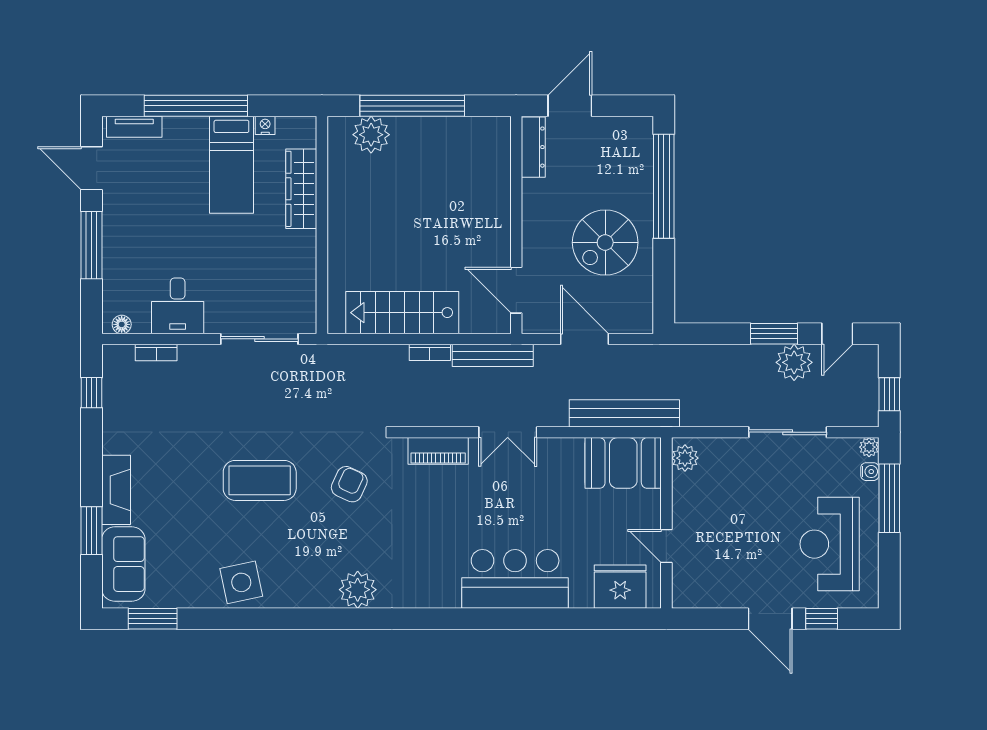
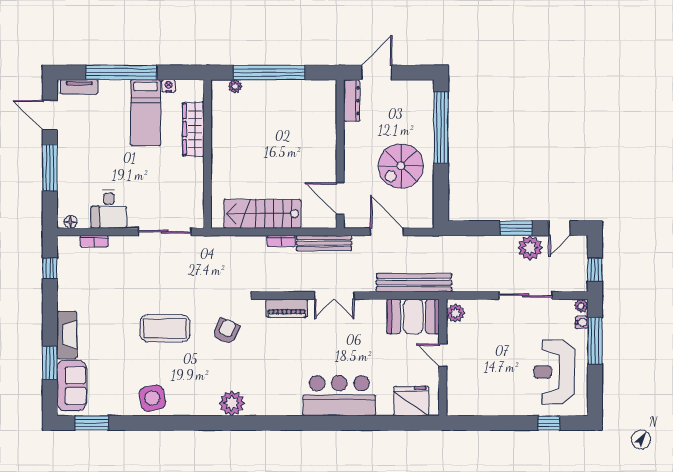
plant: (371, 135) -> (235, 86), width x0.53, depth x0.53
door: (666, 546) -> (443, 355), moved
door: (770, 619) -> (514, 423), removed

